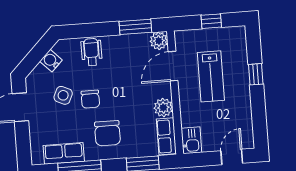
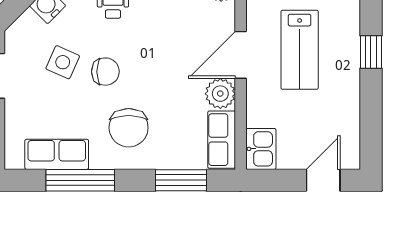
door: (173, 66) -> (241, 55), moved
chair: (90, 99) -> (105, 72), turned -90

